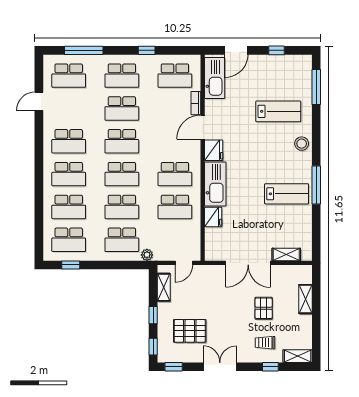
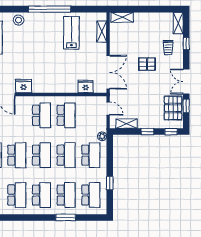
kitchen sink: (215, 184) -> (49, 85), removed
window: (316, 185) -> (50, 9), width x1.46
lab bench: (287, 194) -> (71, 33), moved
window: (39, 207) -> (66, 217), added
fridge: (213, 217) -> (86, 86), moved
double door: (248, 263) -> (108, 72), moved
window: (71, 265) -> (110, 183), moved
shelving: (305, 299) -> (122, 17), moved
pallet: (264, 308) -> (147, 64), moved
pallet: (190, 331) -> (173, 108), moved
window: (174, 367) -> (186, 106), moved

